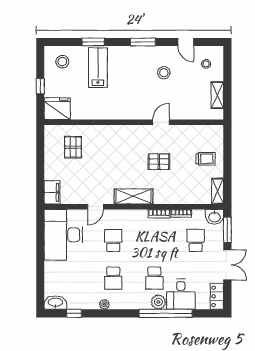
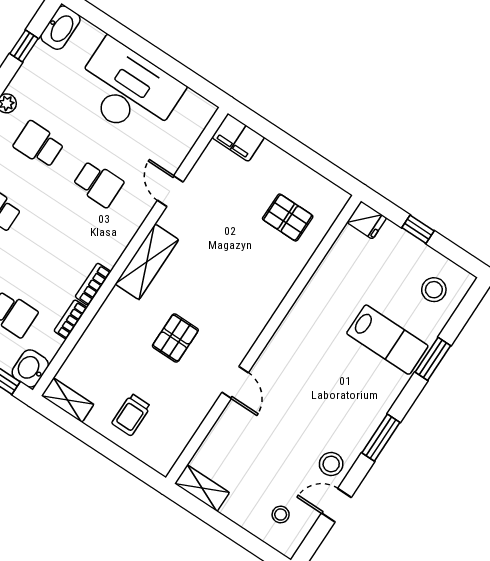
stool: (164, 73) -> (331, 464), moved
shelving: (217, 95) -> (202, 488), moved
fridge: (57, 109) -> (367, 220), width x0.53, depth x0.75
desk: (63, 235) -> (128, 90), moved

